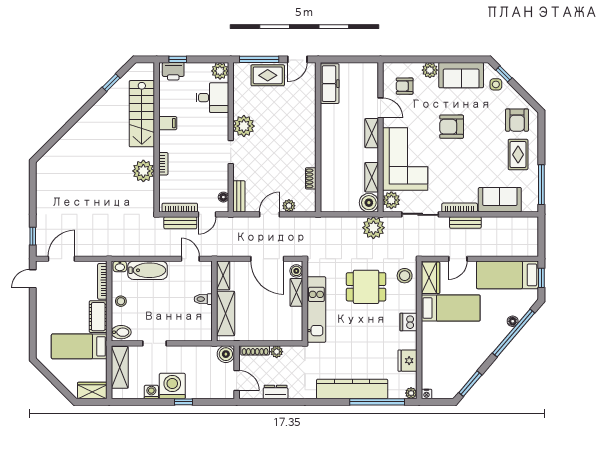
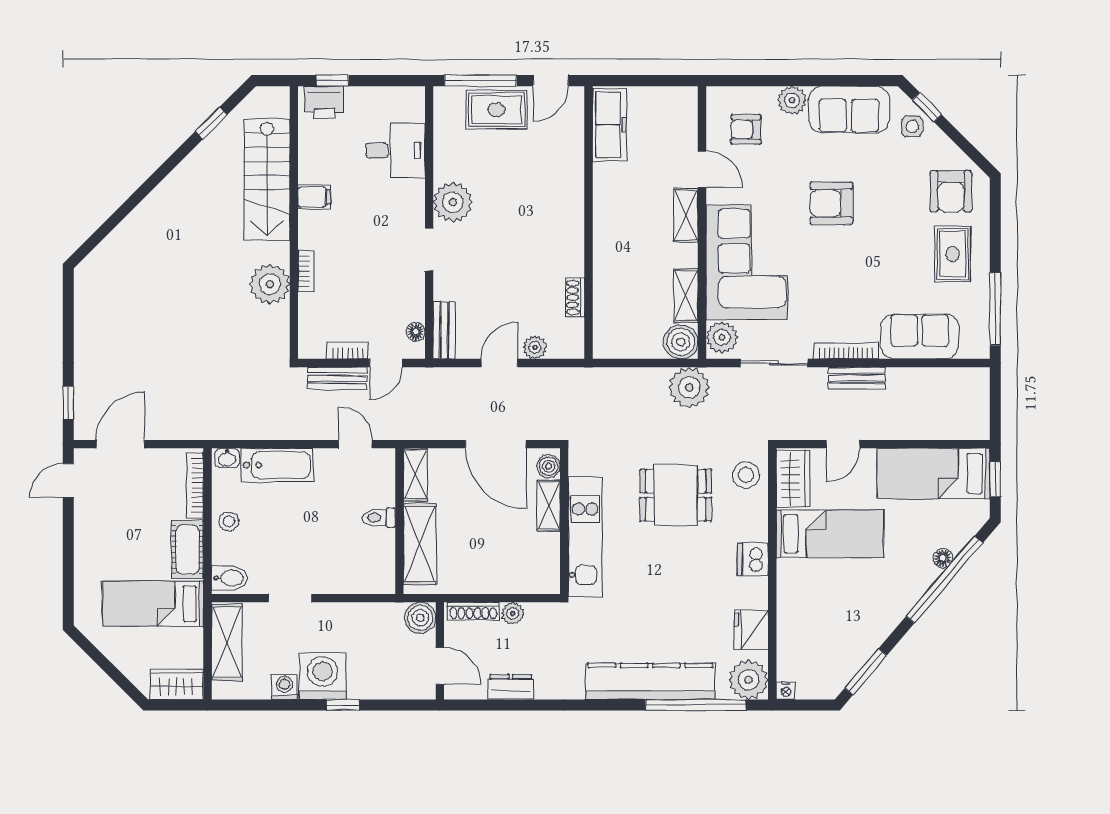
plant: (220, 71) -> (409, 102), removed
bookcase: (180, 208) -> (348, 351), width x0.64
plant: (411, 393) -> (749, 680), width x1.88, depth x1.88

